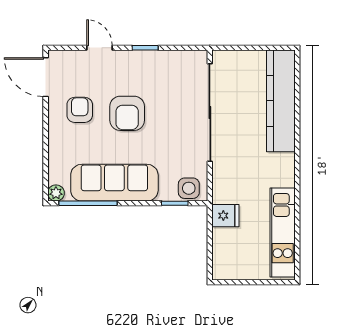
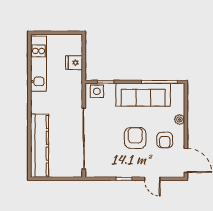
plant: (56, 193) -> (179, 120), moved
fridge: (225, 216) -> (74, 63), moved

